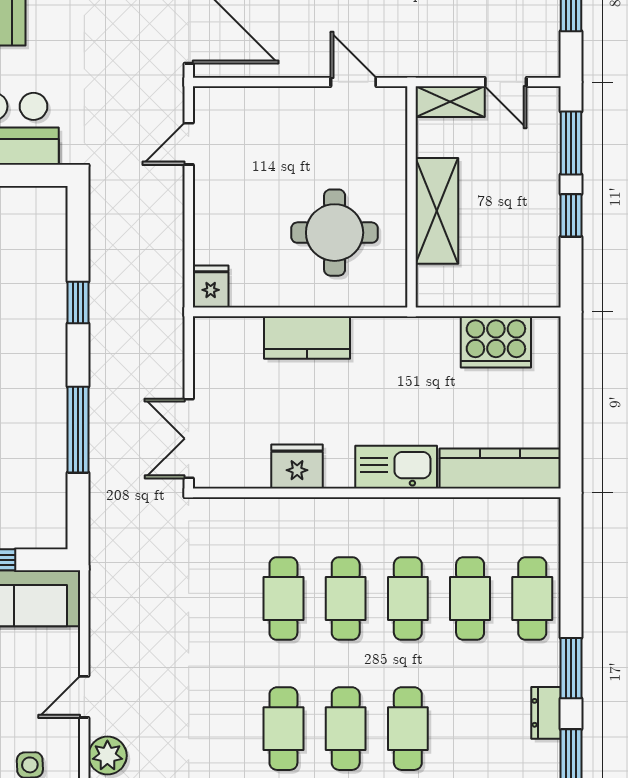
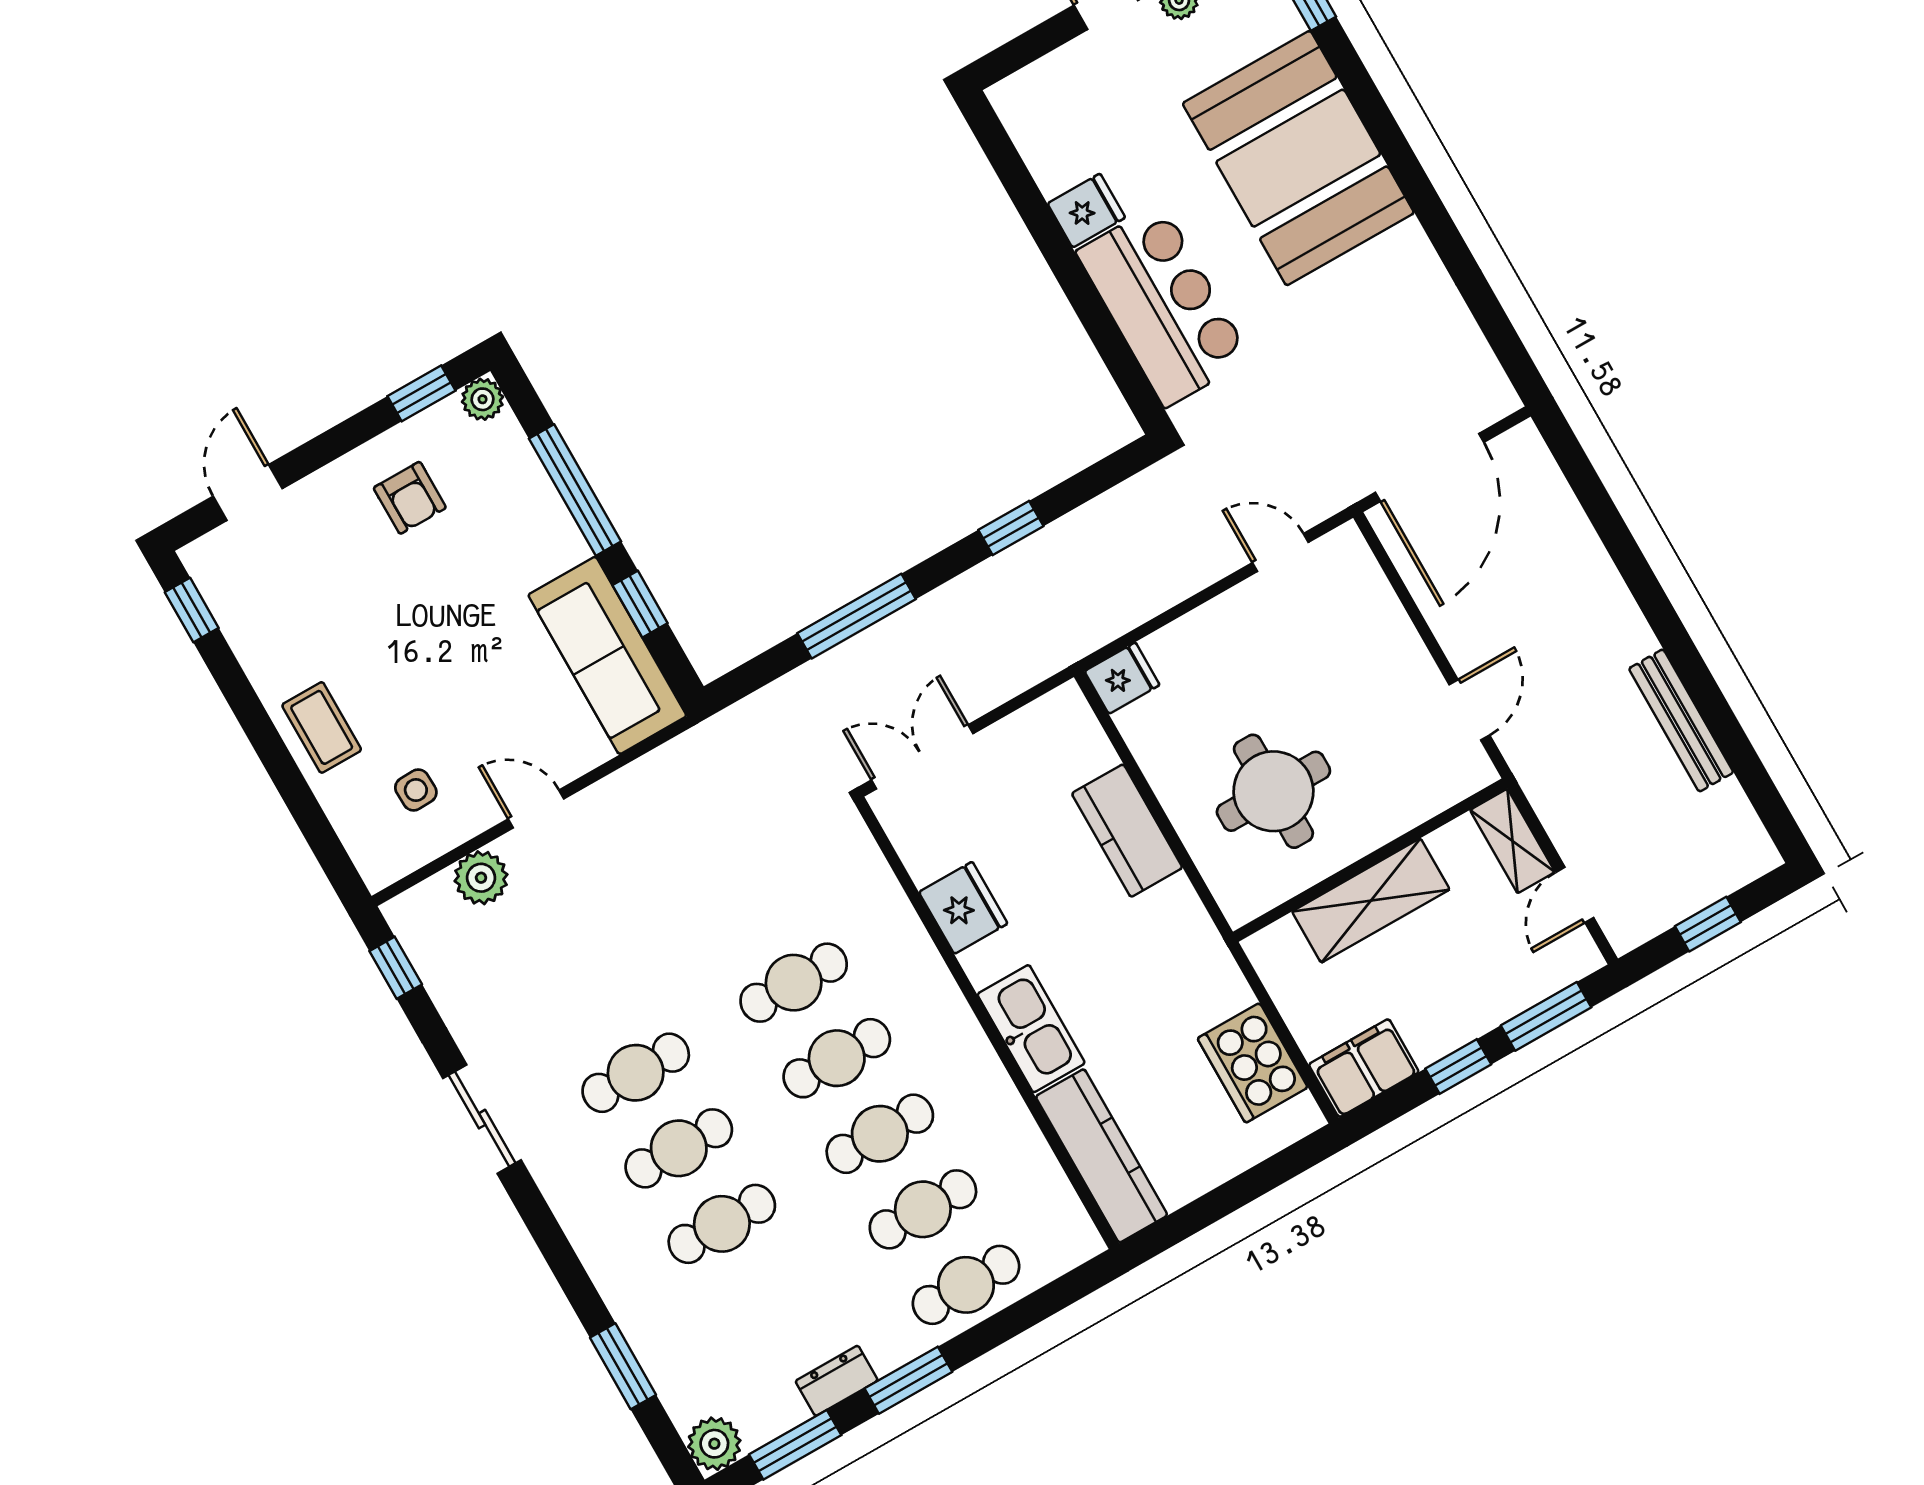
filing cabinet: (539, 275) -> (1364, 1068), added

